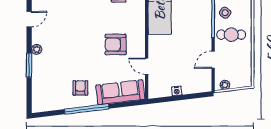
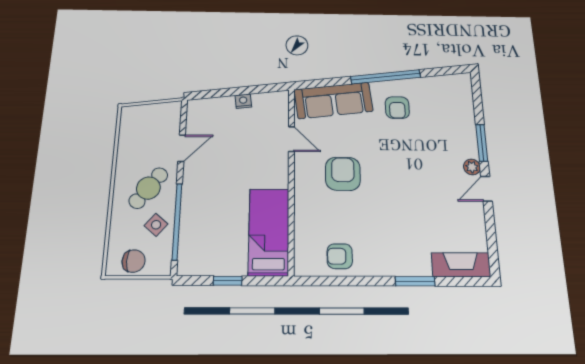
door: (29, 19) -> (486, 189), moved
cafe table: (231, 35) -> (148, 188), turned -53
armchair: (116, 44) -> (343, 174), turned -89
plant: (225, 85) -> (165, 109), removed

